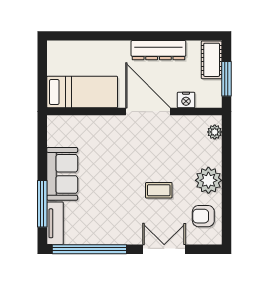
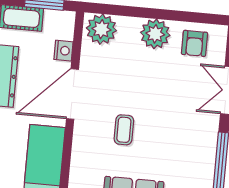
plant: (215, 132) -> (101, 29), width x1.87, depth x1.87
coffee table: (159, 190) -> (124, 130), moved

